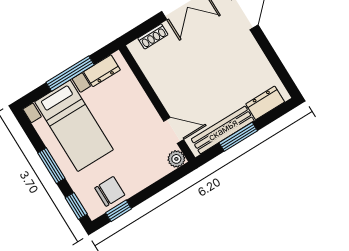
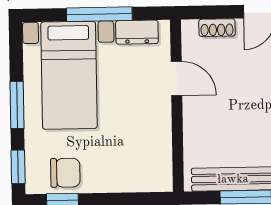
door: (174, 130) -> (176, 79), moved
plant: (176, 159) -> (162, 181), removed

